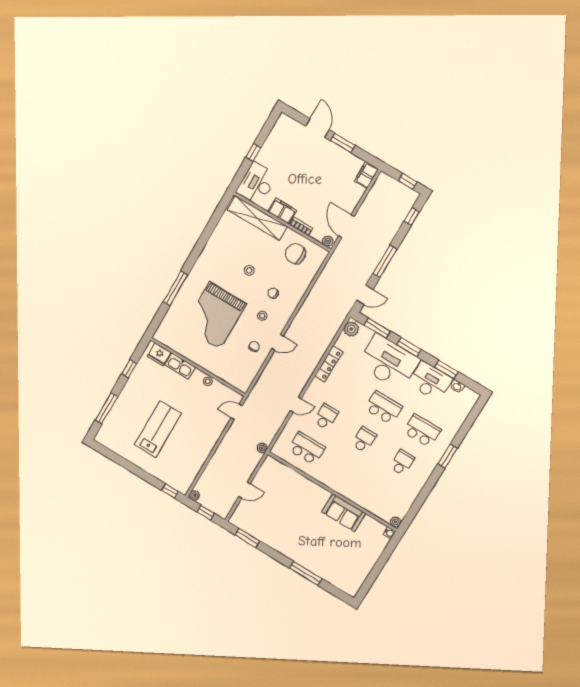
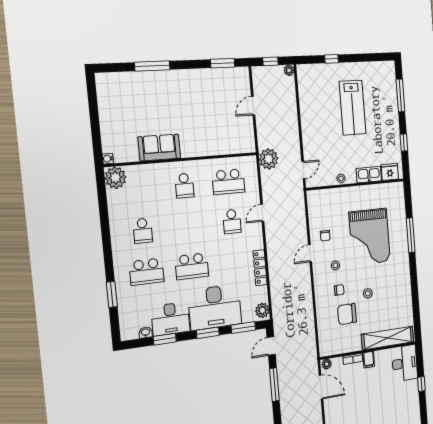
filing cabinet: (282, 211) -> (369, 360), width x0.50
chair: (295, 254) -> (347, 314), moved, turned 180
grand piano: (215, 316) -> (370, 237), turned 180
school desk: (364, 440) -> (184, 186), moved
plant: (262, 448) -> (269, 159), width x1.88, depth x1.88
window: (448, 456) -> (112, 294), moved
window: (170, 491) -> (332, 59), moved
plant: (395, 522) -> (115, 178), width x1.87, depth x1.87

